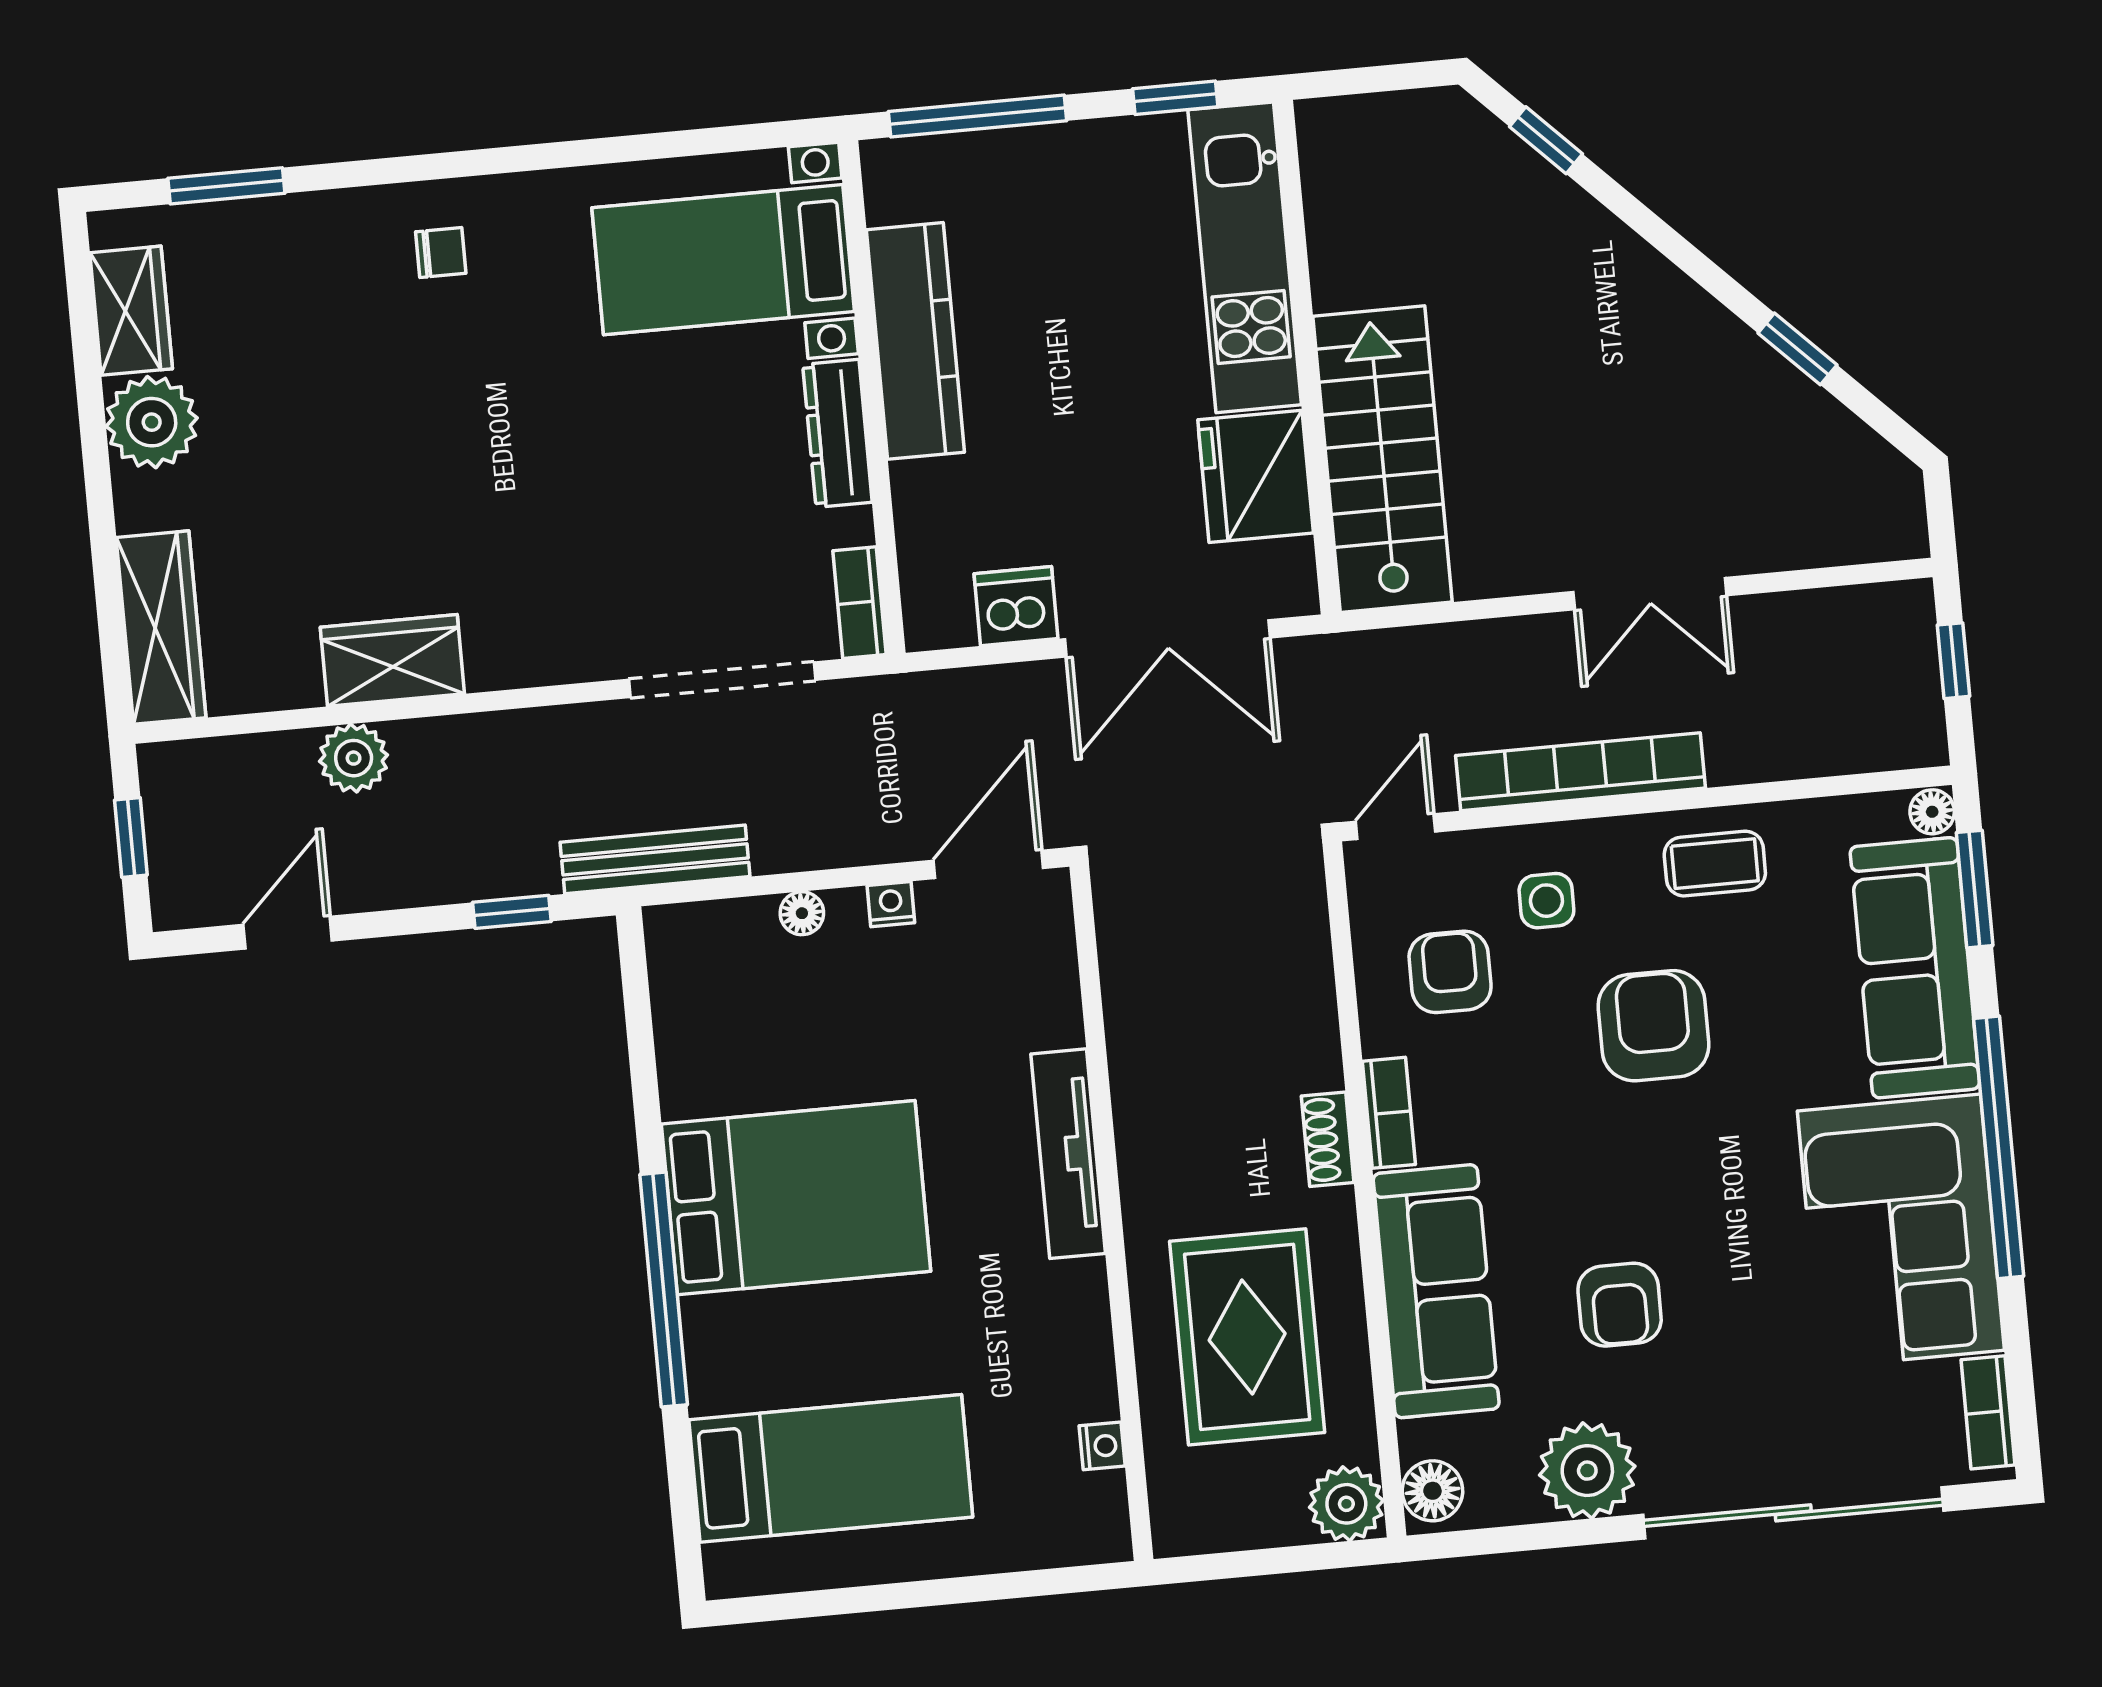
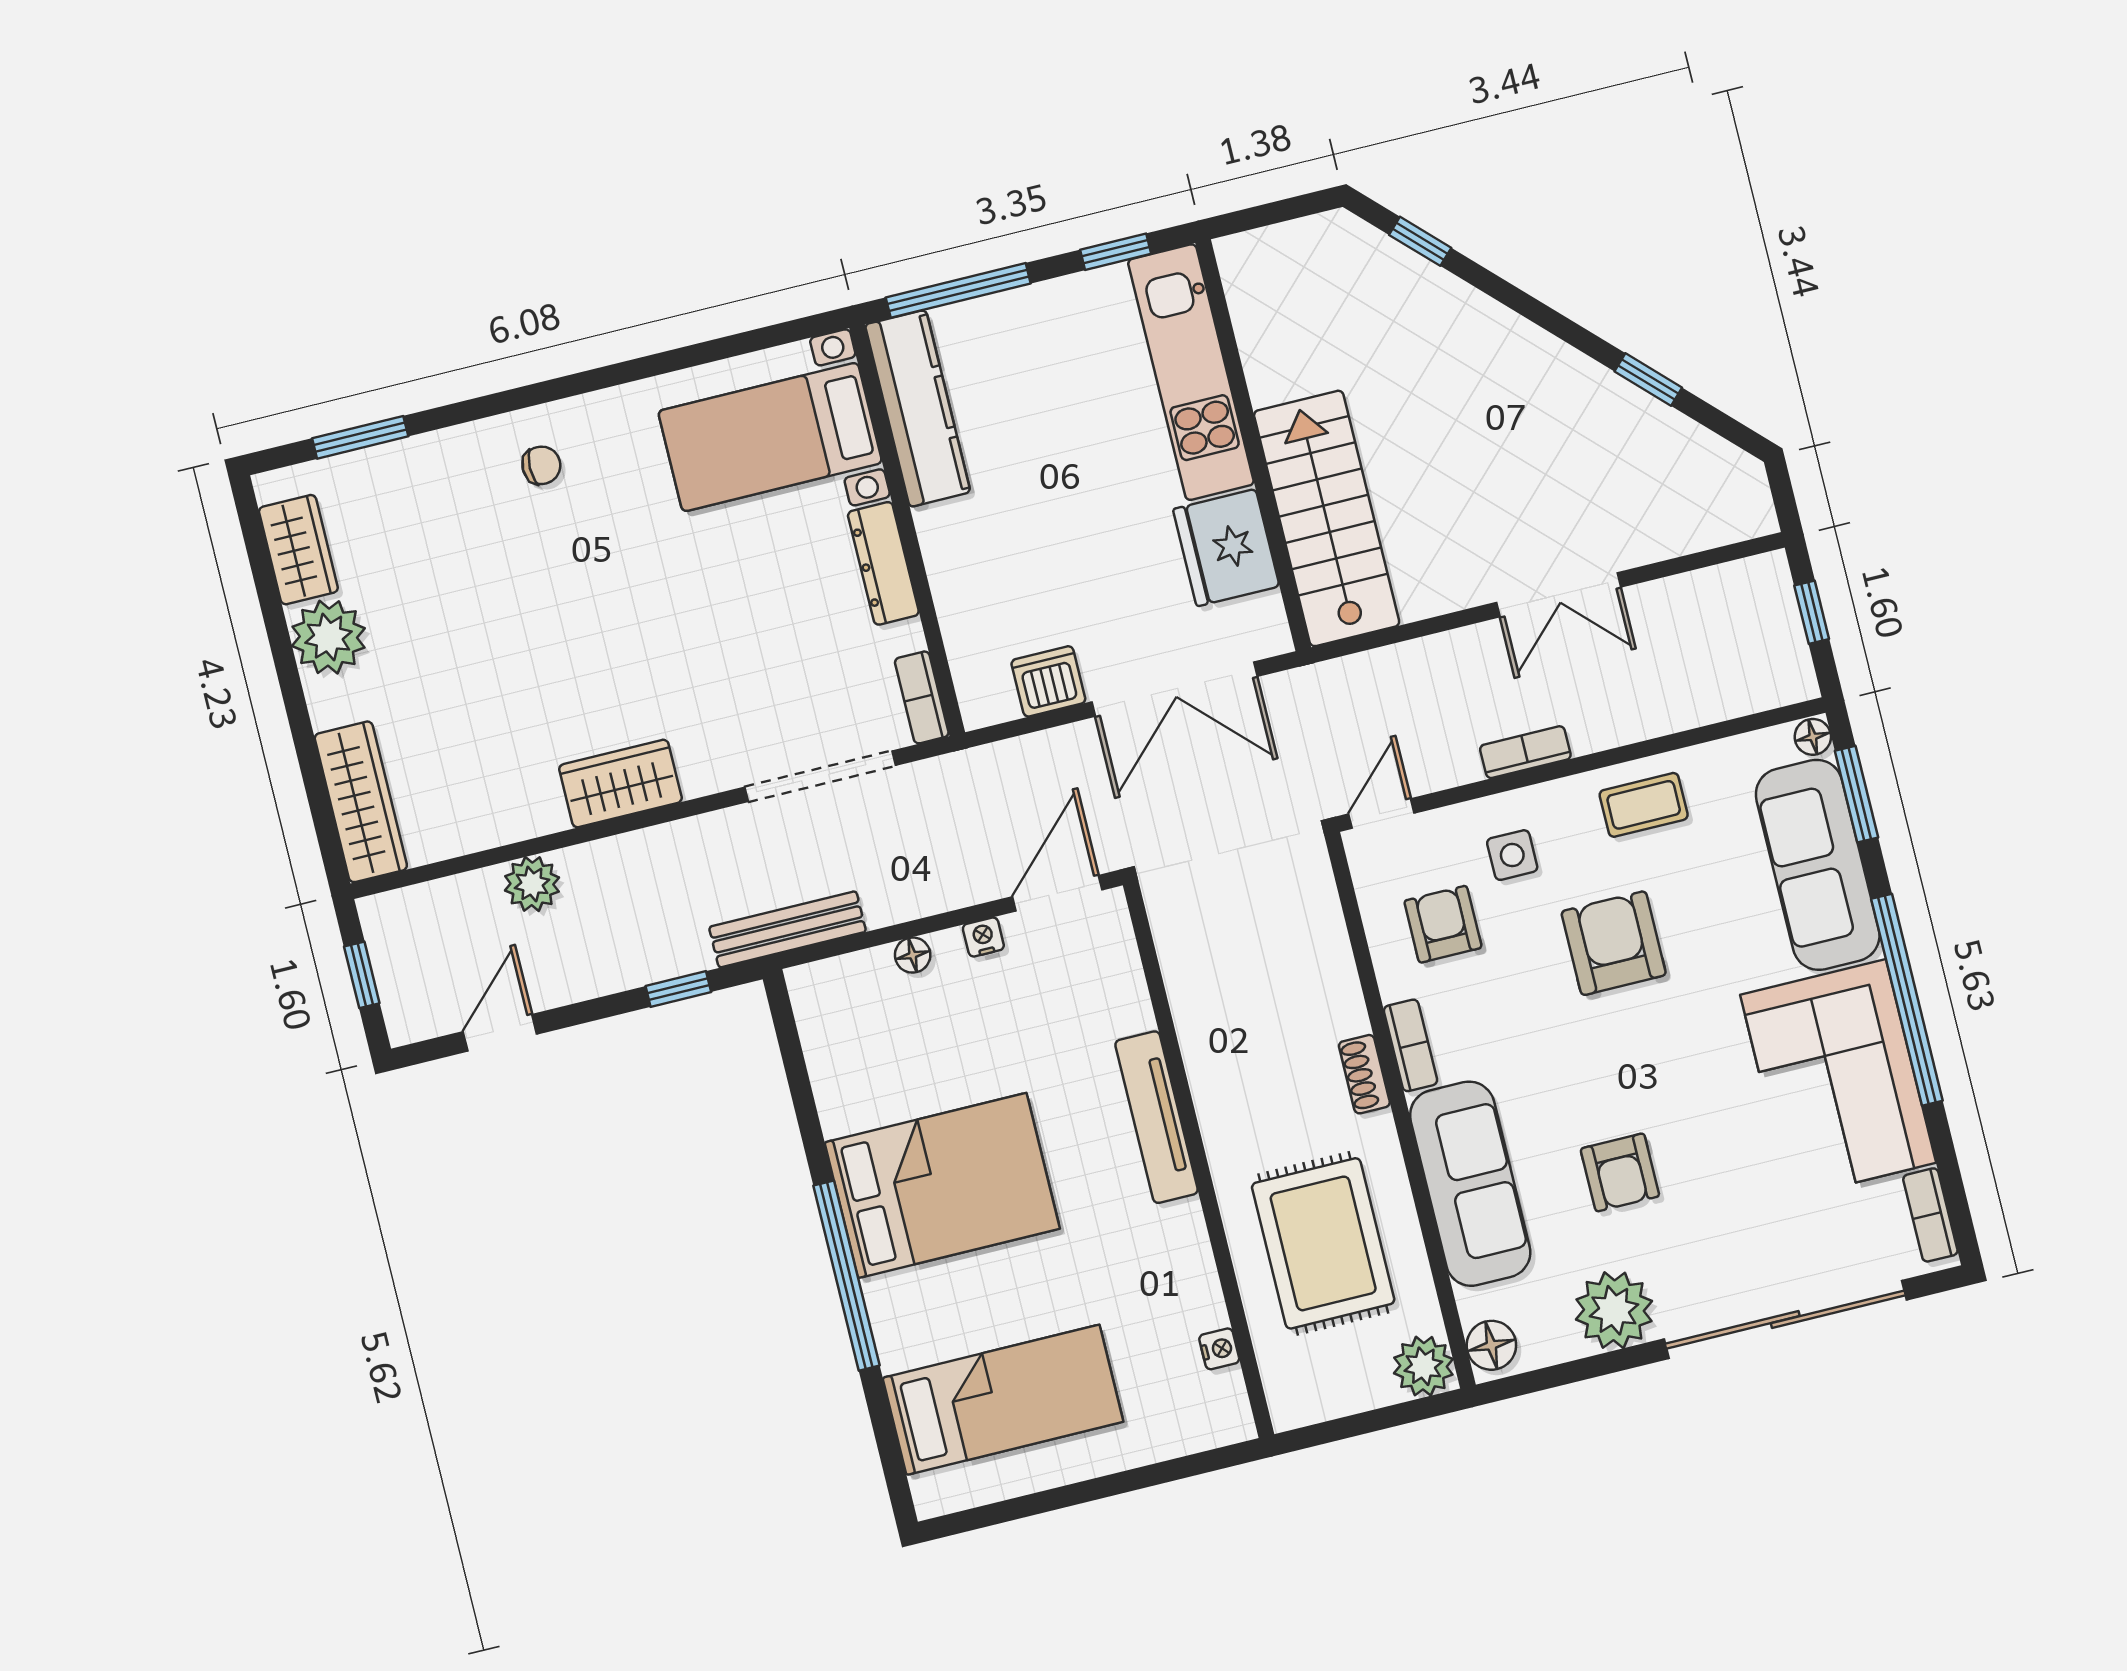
kitchen counter: (915, 341) -> (918, 408), moved
wardrobe: (392, 660) -> (620, 784), moved
bookcase: (1581, 772) -> (1525, 752), width x0.43, depth x0.76

